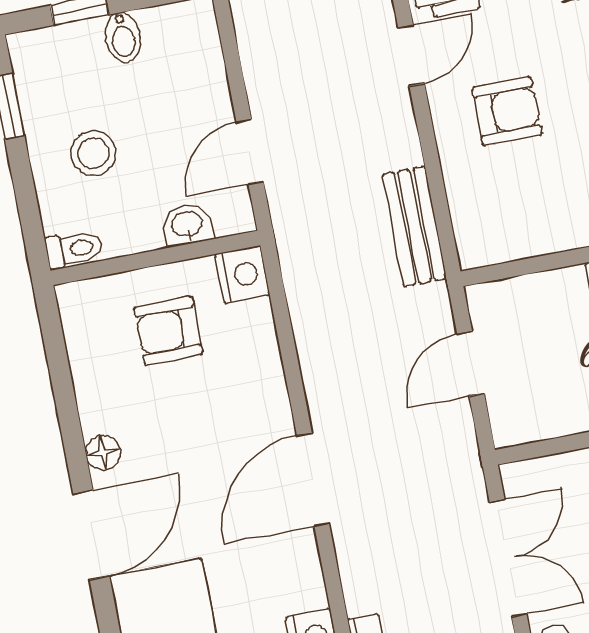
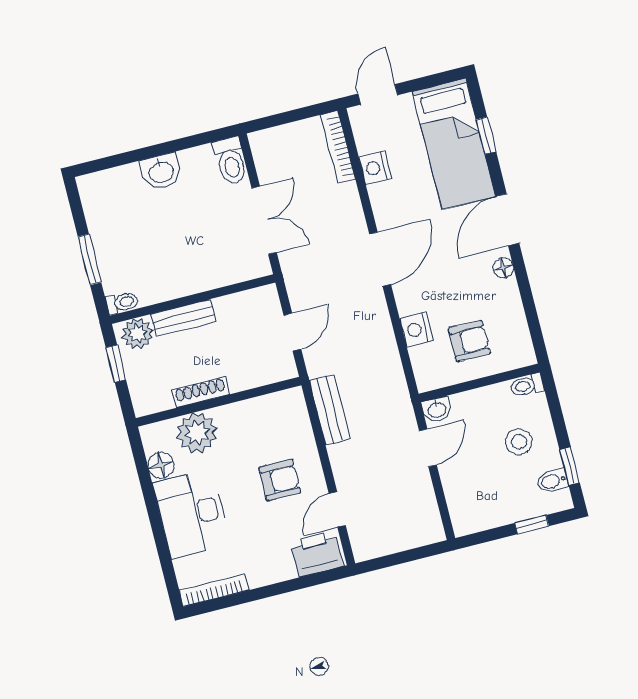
bidet: (123, 37) -> (552, 481), moved, turned -90
armchair: (507, 111) -> (280, 480), turned 180
washbasin: (187, 225) -> (437, 410), moved
nightstand: (242, 275) -> (416, 329), moved
double door: (508, 558) -> (264, 220), swing flipped

